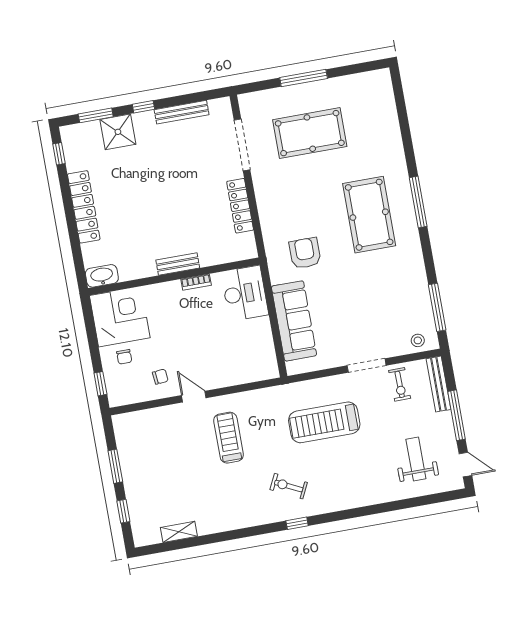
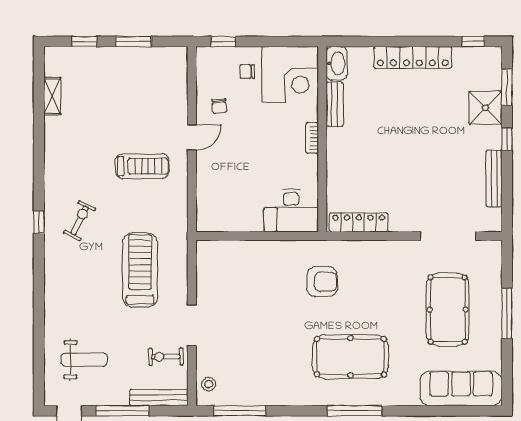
locker: (240, 206) -> (359, 222), moved
bench: (178, 264) -> (335, 104), moved
bookcase: (196, 282) -> (312, 138), moved
sofa: (294, 321) -> (461, 388), moved, turned 180

